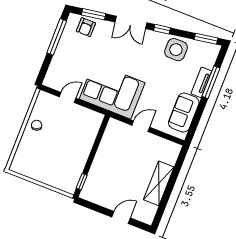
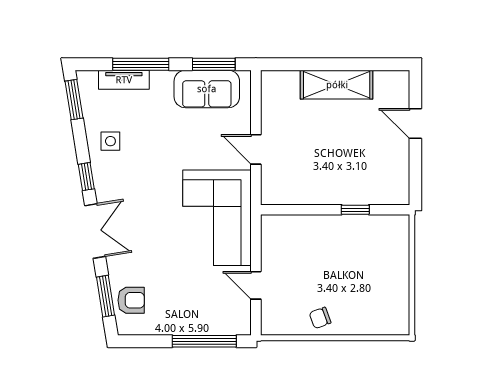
window: (57, 37) -> (204, 341), moved
side table: (176, 50) -> (110, 141), width x0.54, depth x0.54
tv unit: (201, 82) -> (124, 80), moved
window: (196, 121) -> (214, 64), added
window: (82, 182) -> (355, 210), moved

